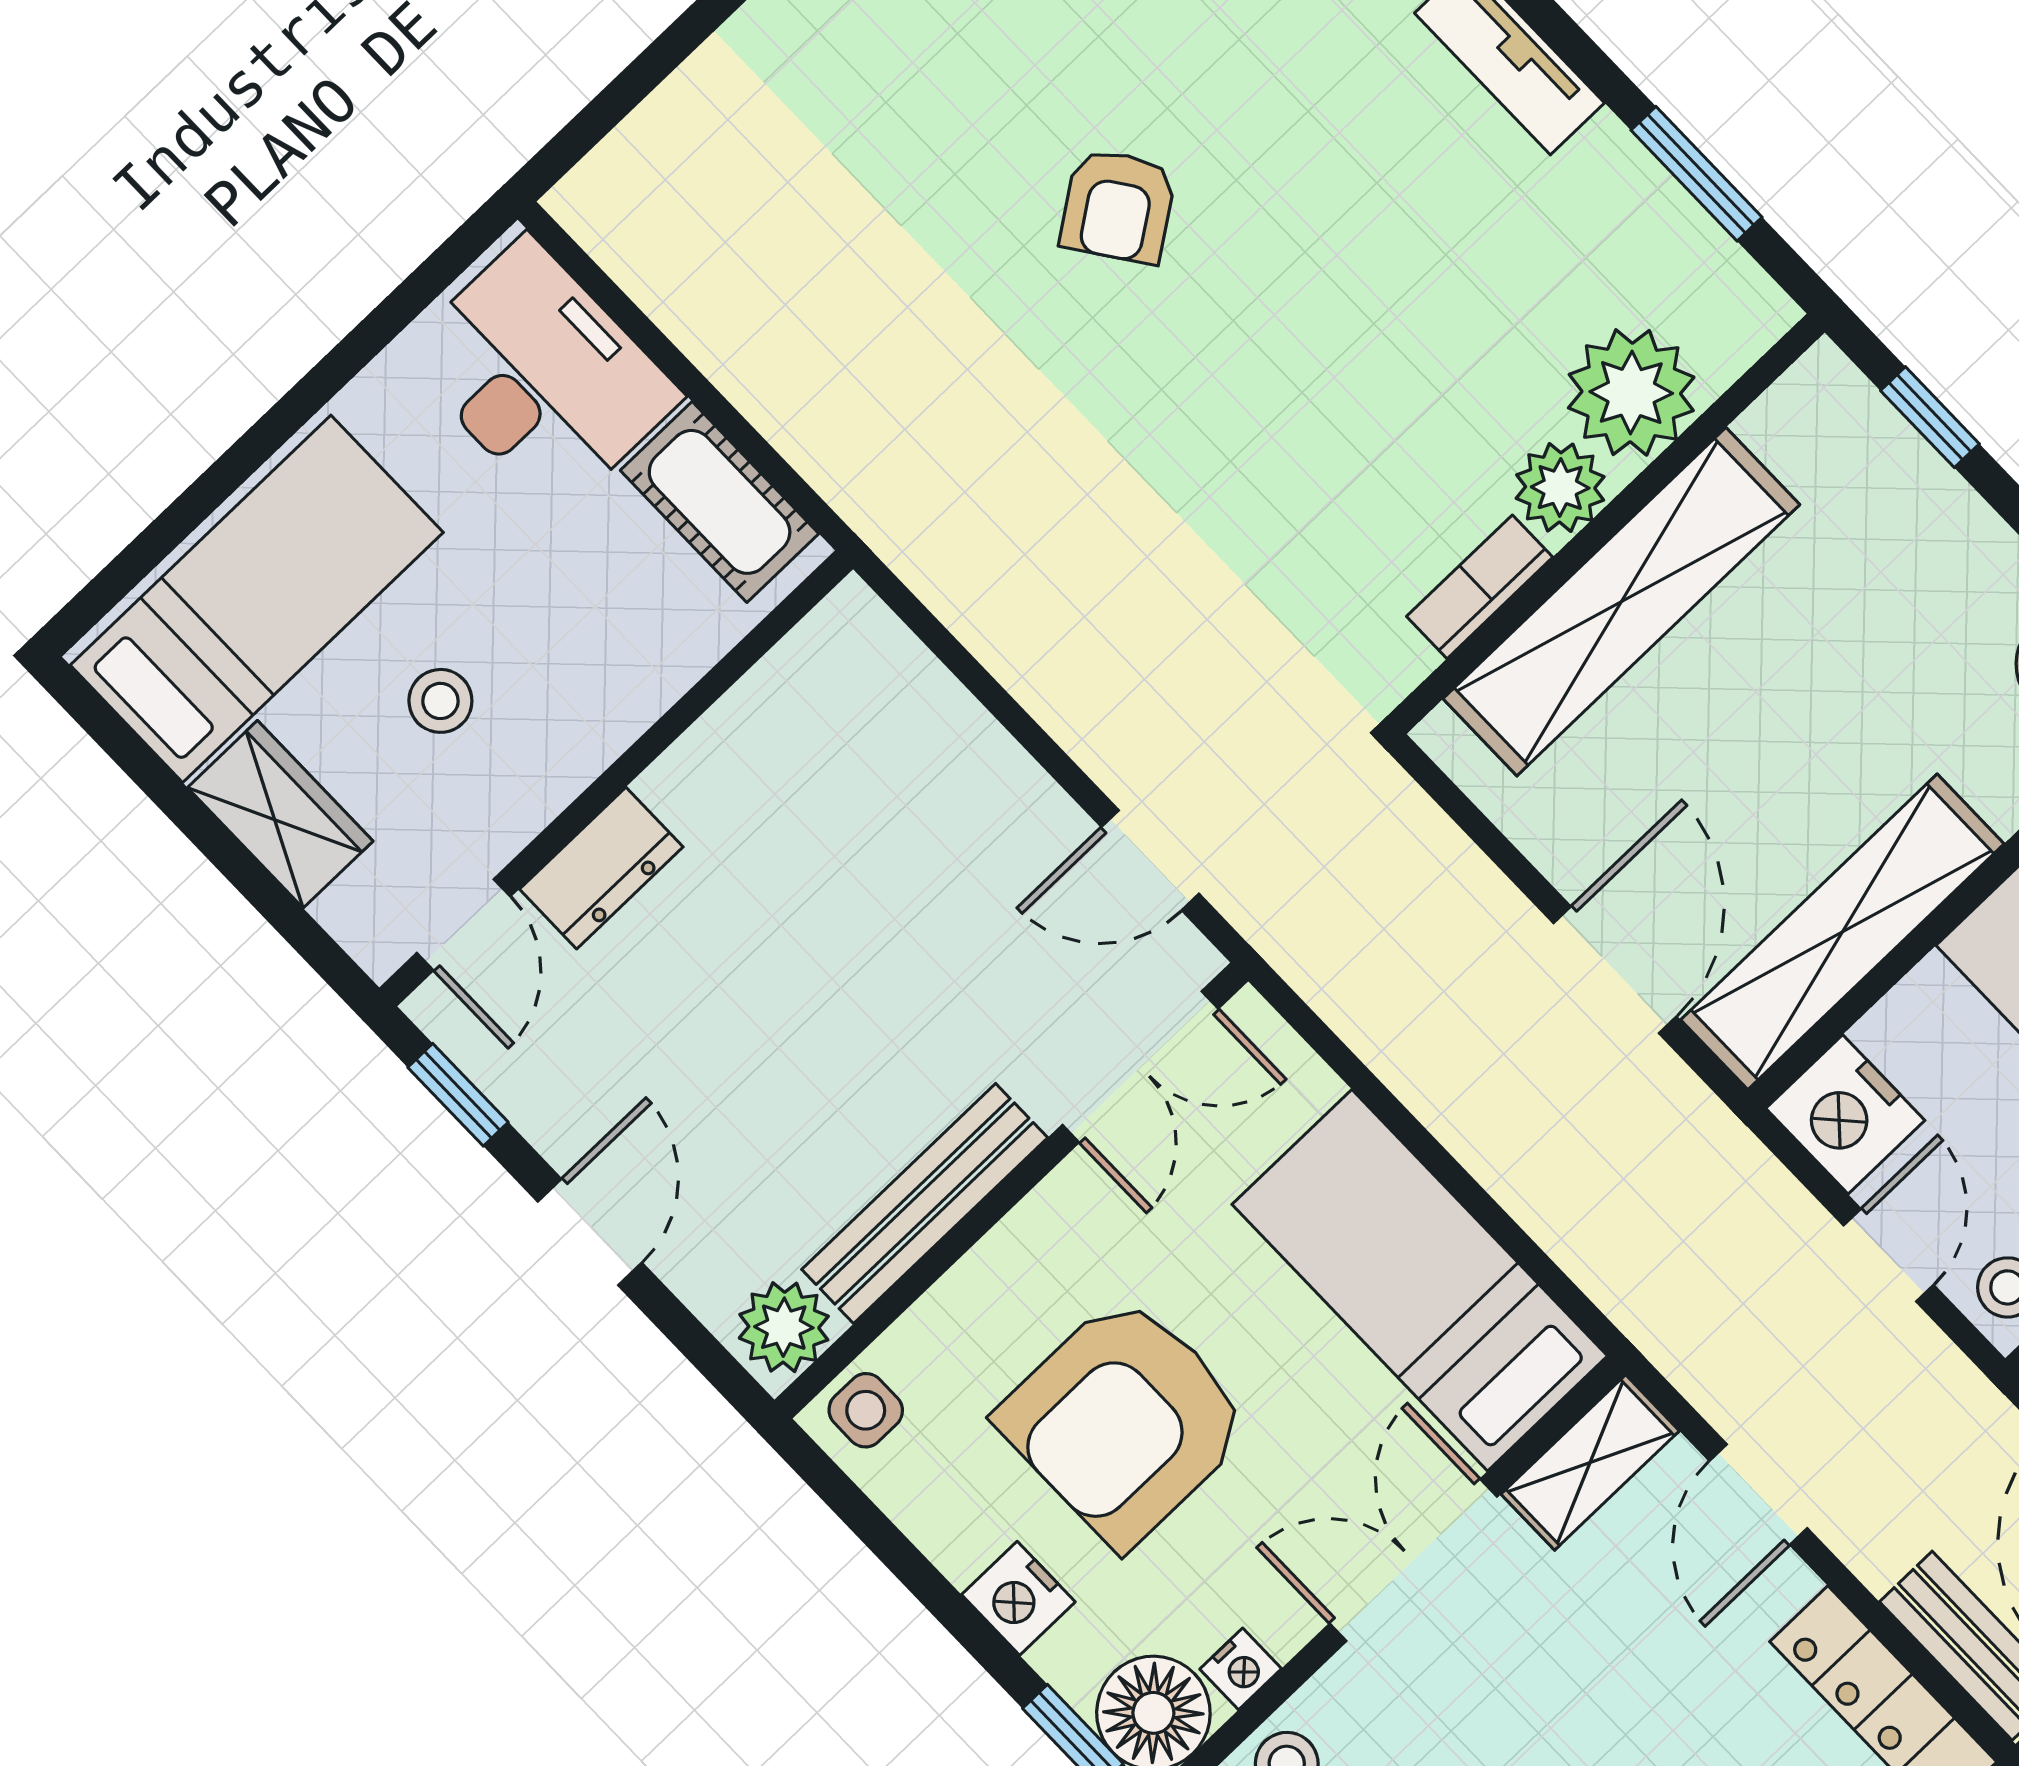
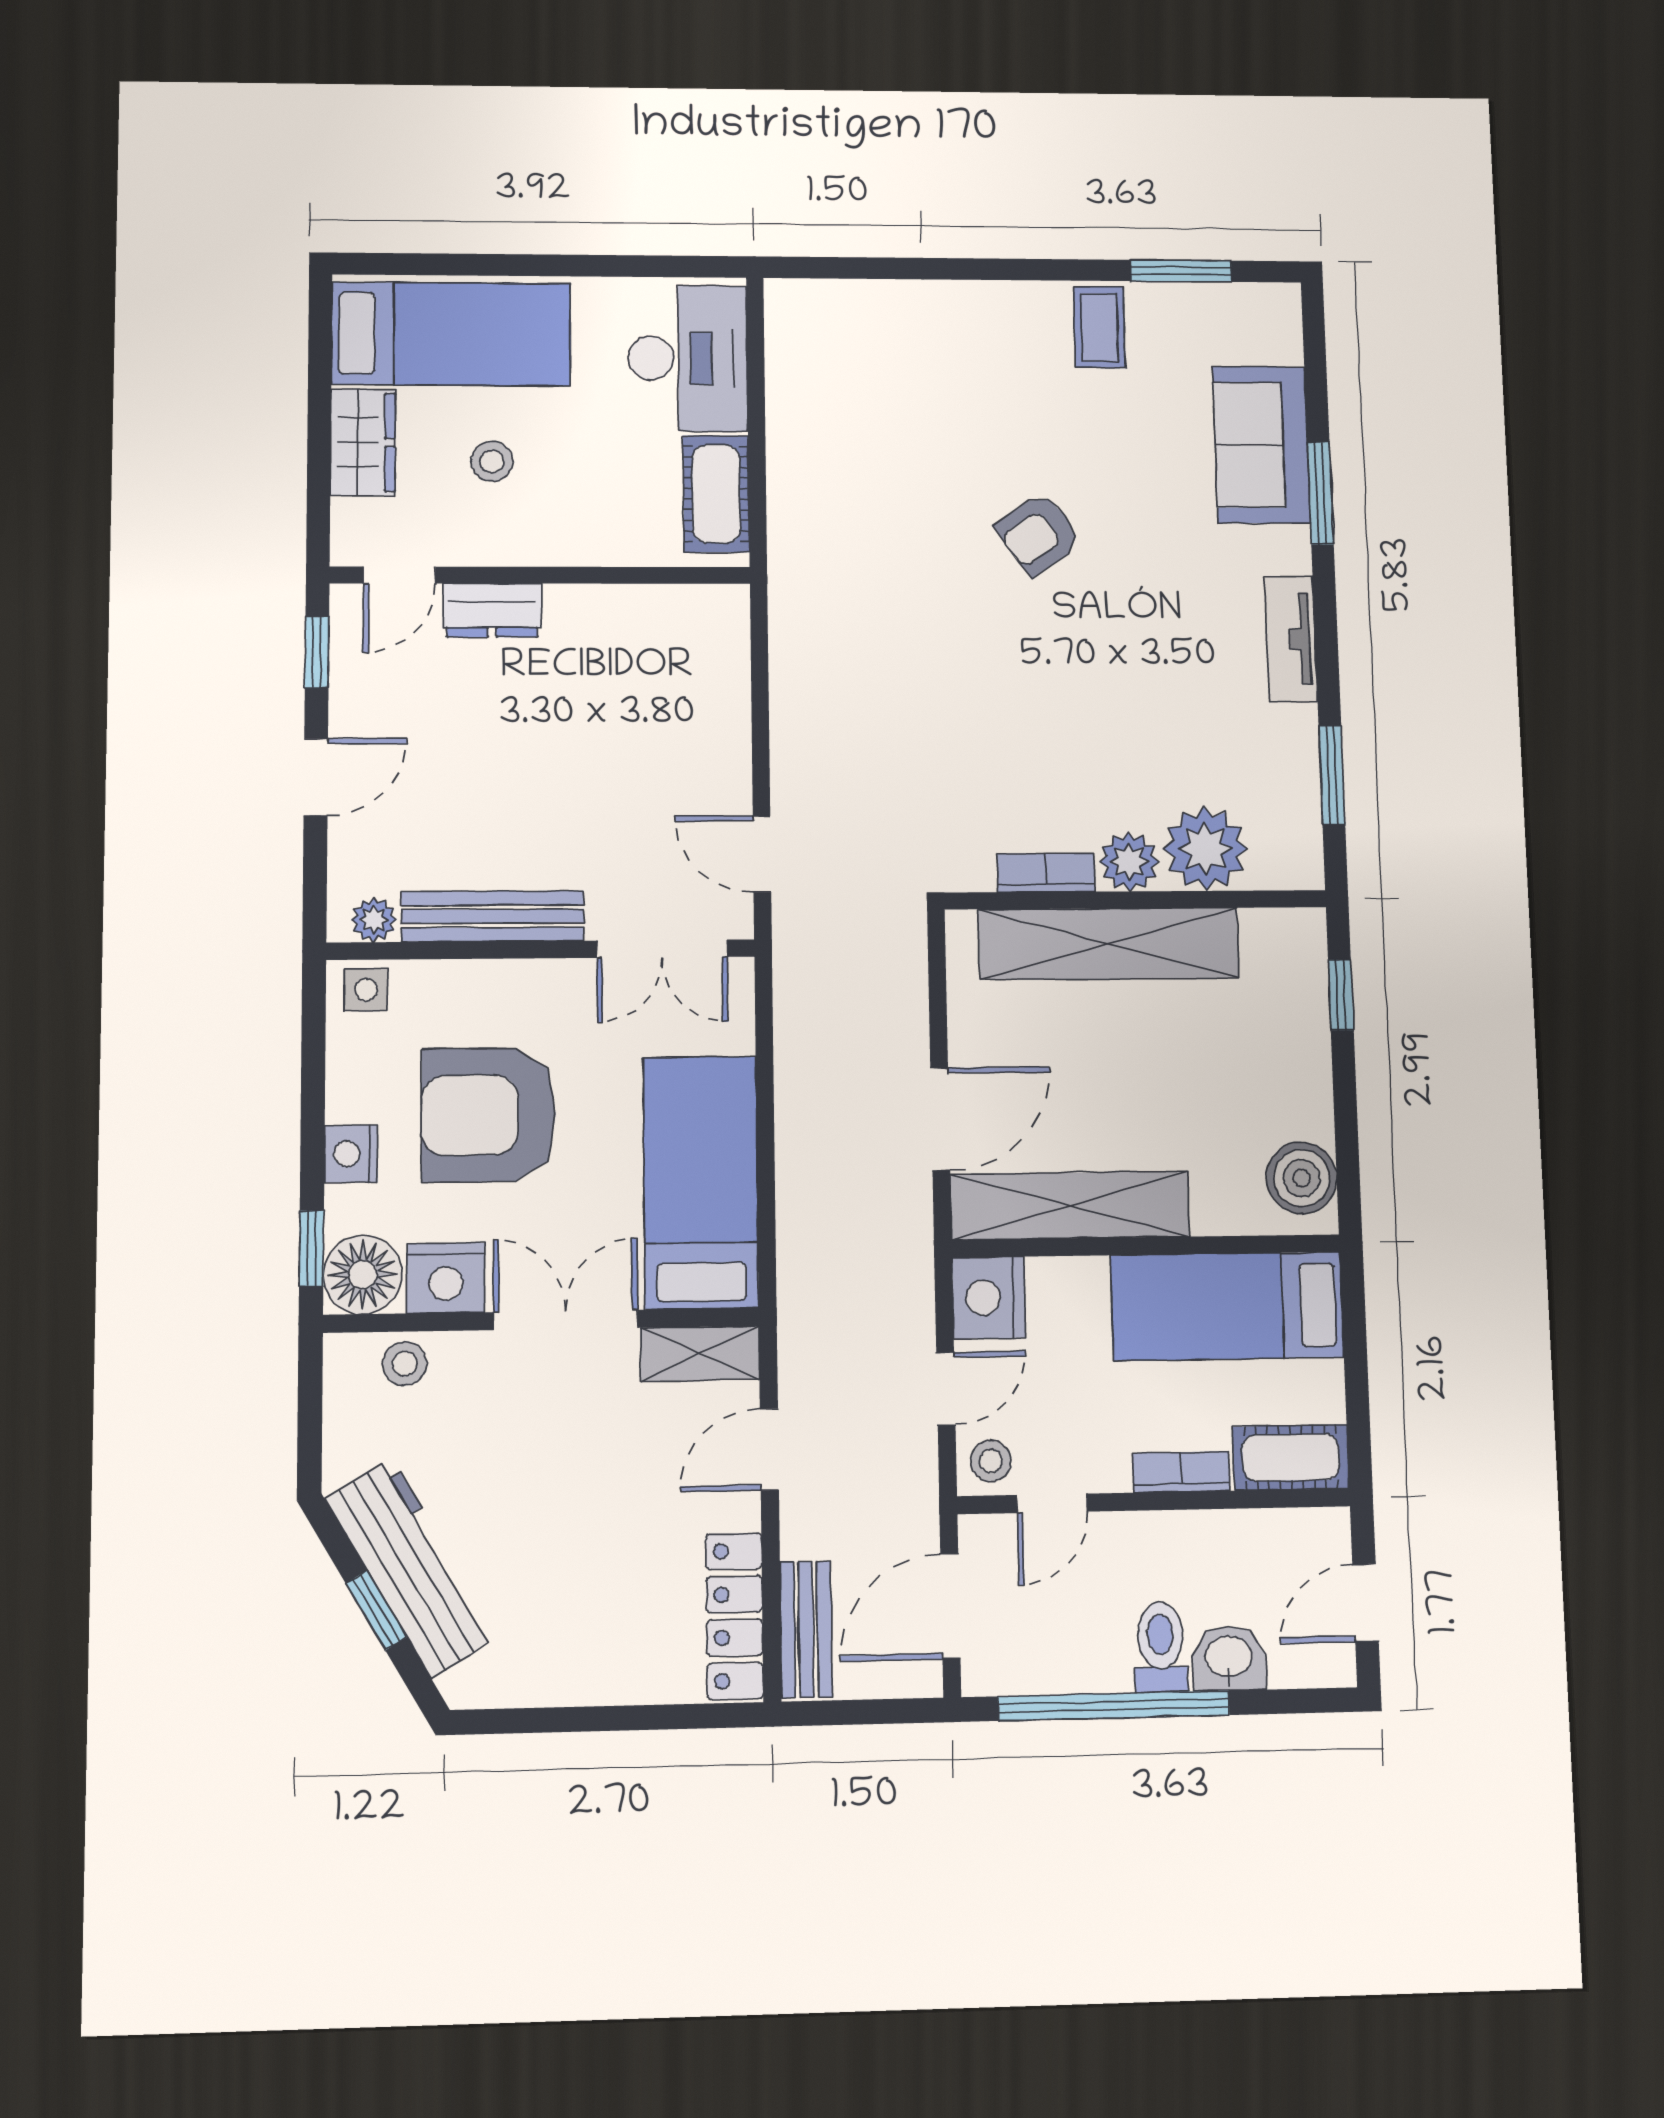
plant: (784, 1327) -> (374, 920), width x0.73, depth x0.73
nightstand: (1241, 1669) -> (446, 1278), width x1.89, depth x1.79

